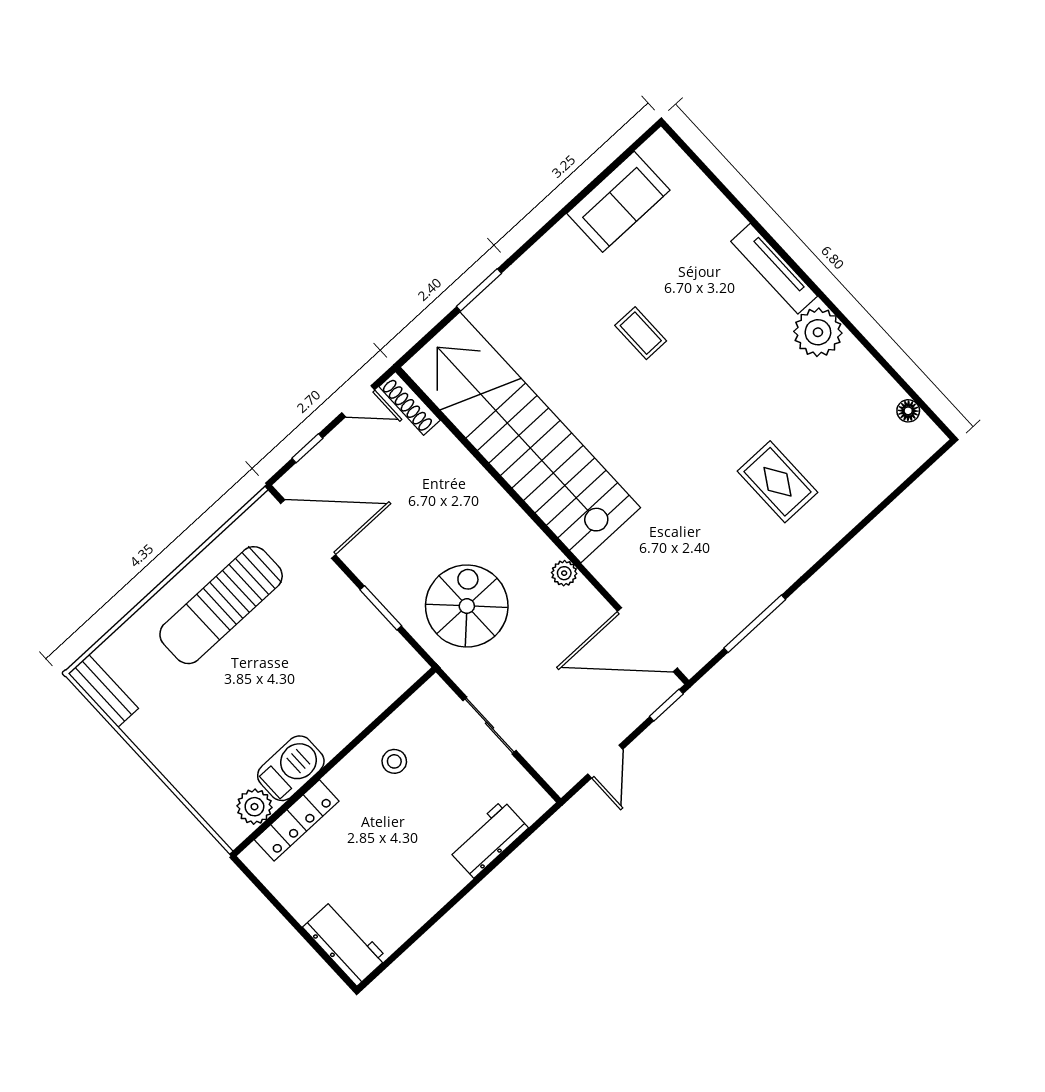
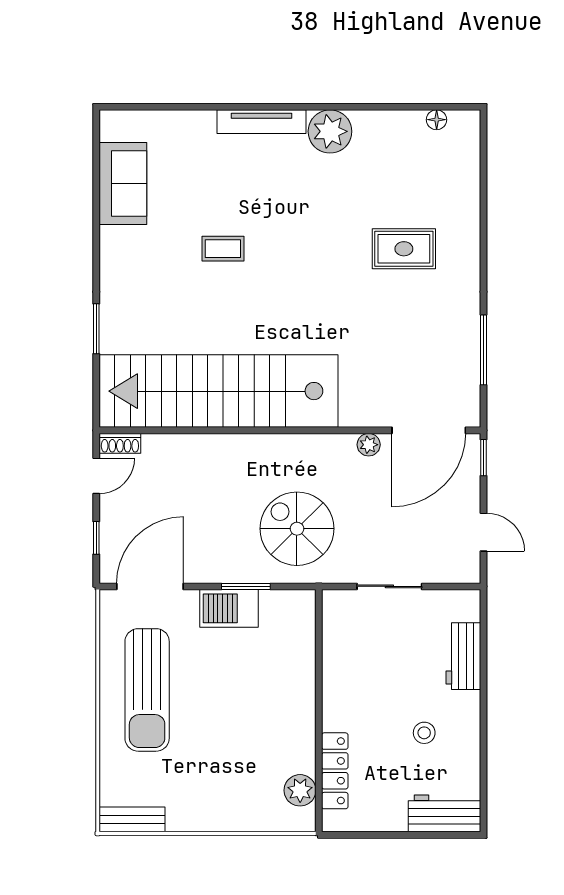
shoe rack: (410, 403) -> (120, 443), width x0.70
plant: (564, 573) -> (369, 445), moved
stool: (394, 761) -> (424, 733), moved
barbecue: (291, 768) -> (229, 608), moved, turned -90

